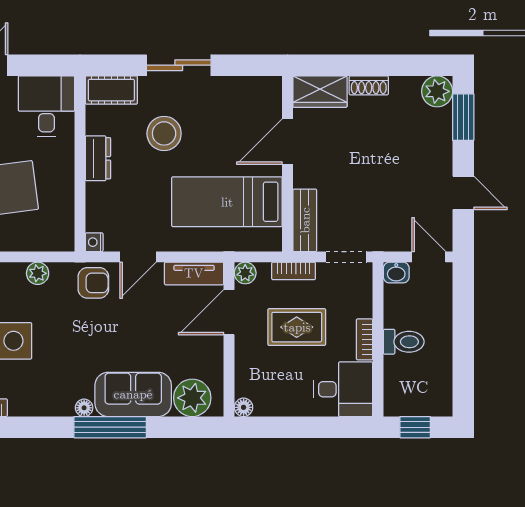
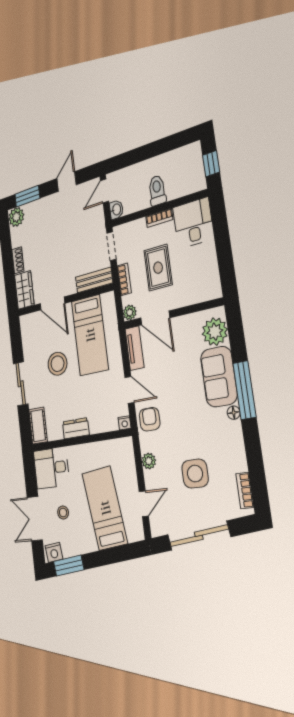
stool: (164, 133) -> (57, 364), moved
floor lamp: (244, 407) -> (216, 292), removed

